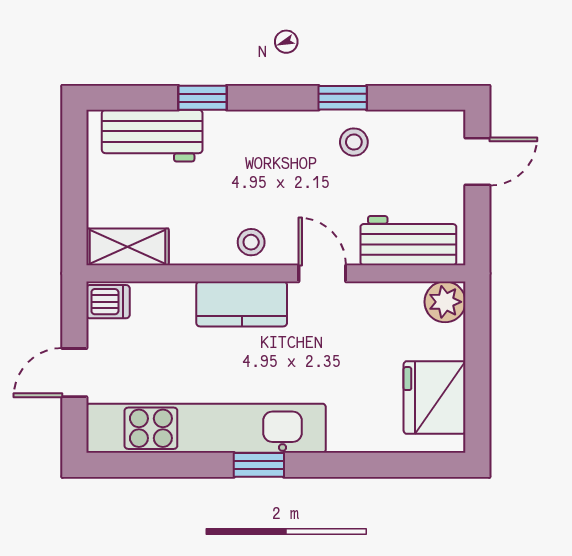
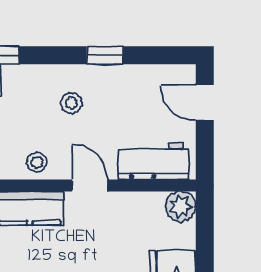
stool: (354, 142) -> (71, 103), moved
door: (477, 162) -> (205, 103), swing flipped

